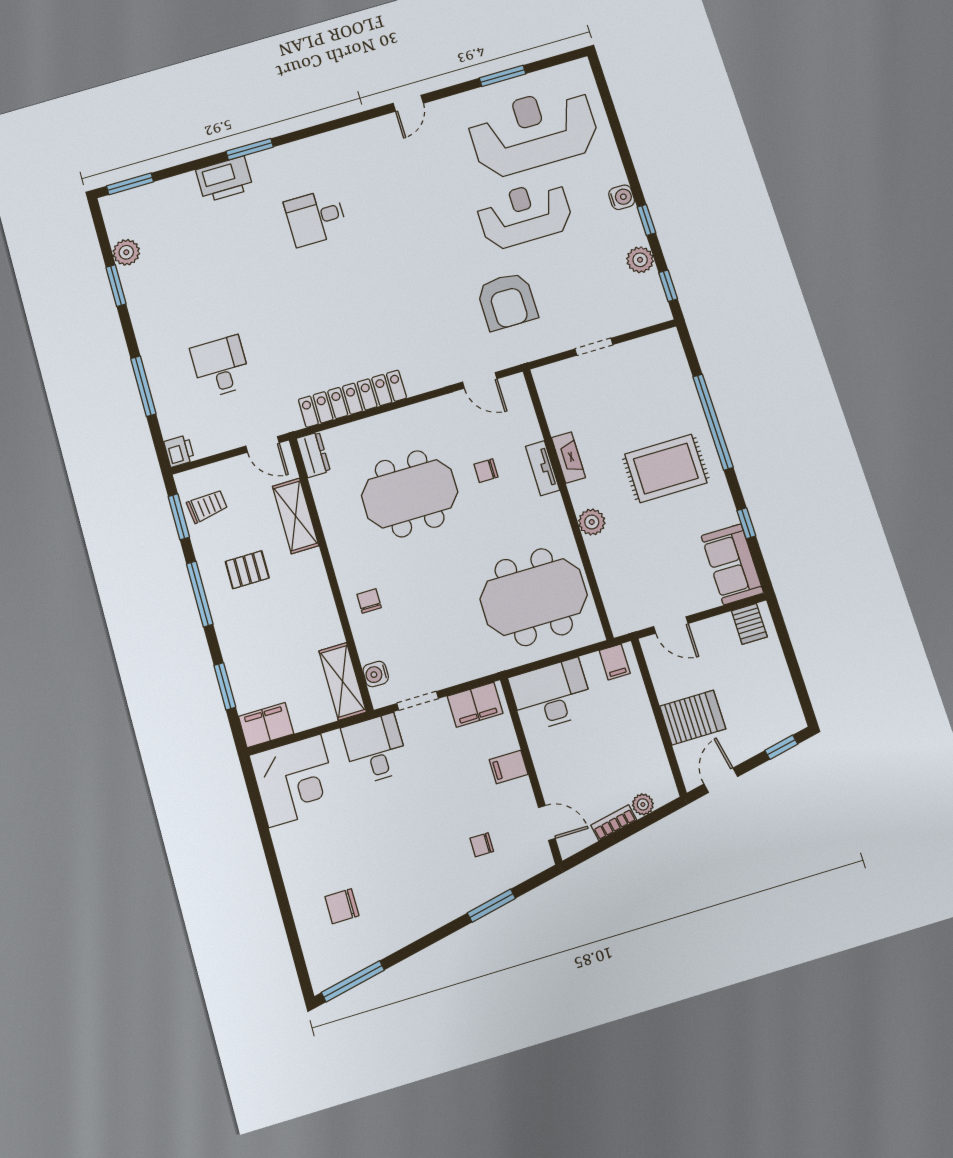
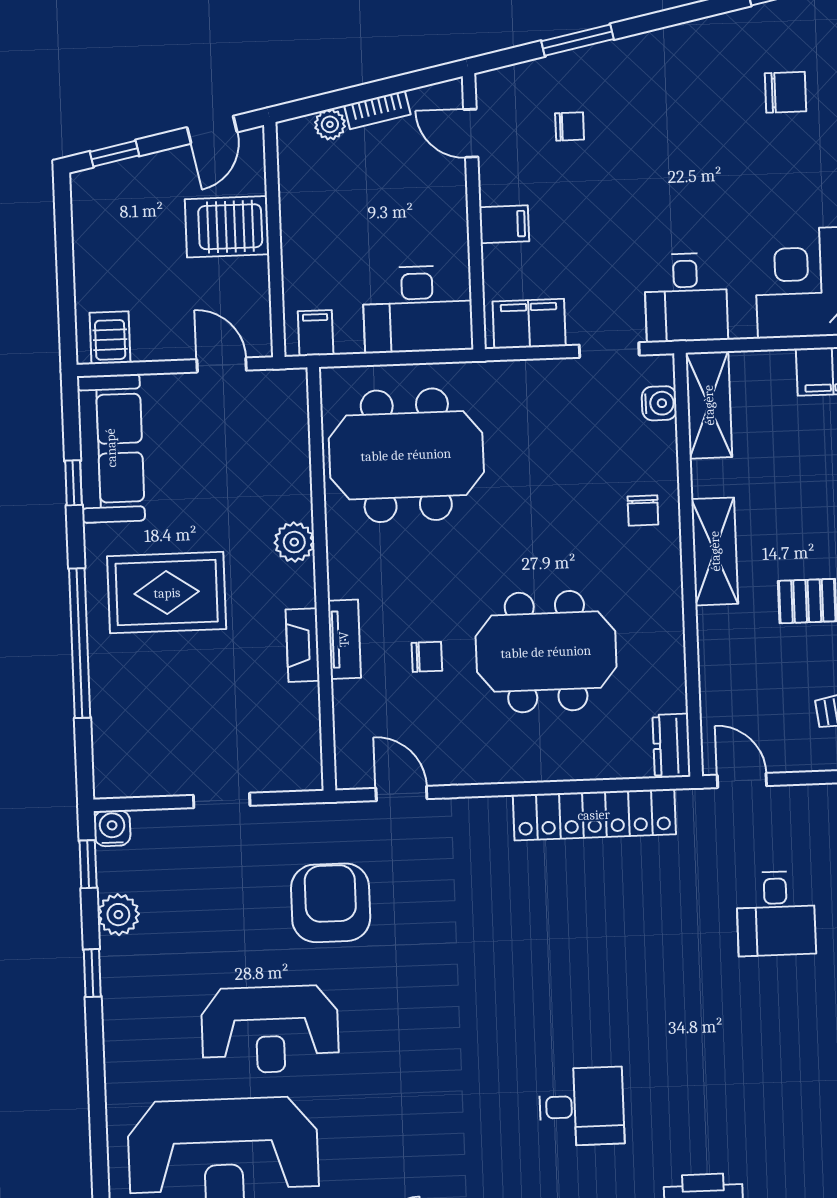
water cooler: (622, 197) -> (112, 828), moved, turned 90
shelving: (296, 516) -> (715, 551), moved
sofa: (732, 564) -> (111, 448), width x1.36

